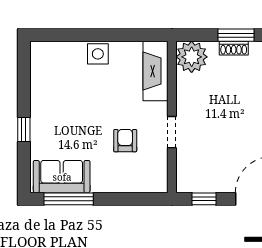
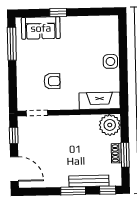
doorway: (172, 132) -> (37, 113), moved
sofa: (62, 177) -> (41, 28), moved, turned 90

